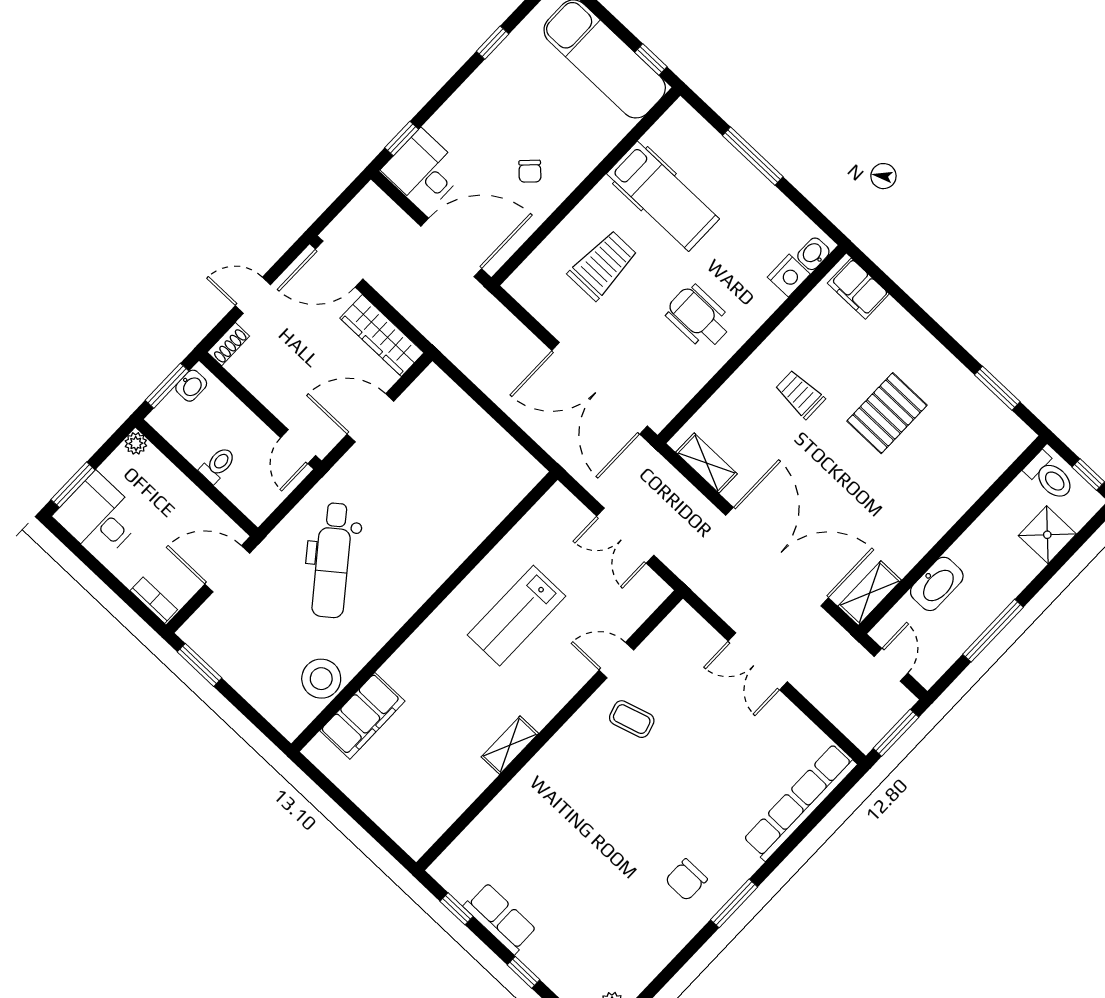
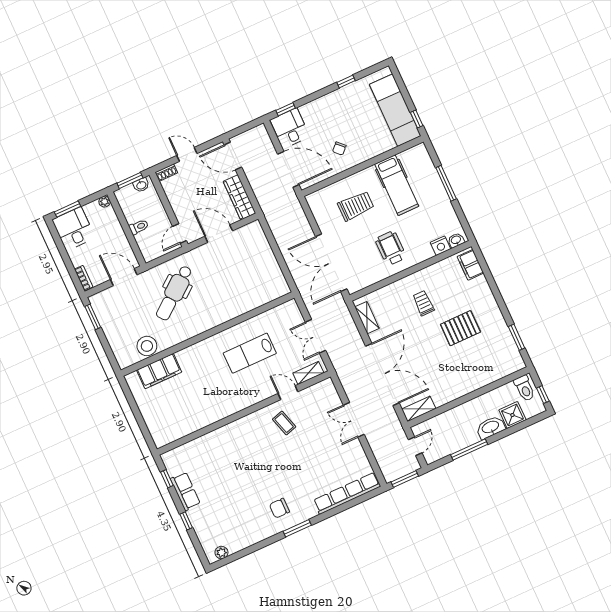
washbasin: (937, 584) -> (491, 427), moved, turned 180
shelving: (510, 745) -> (308, 373), moved

